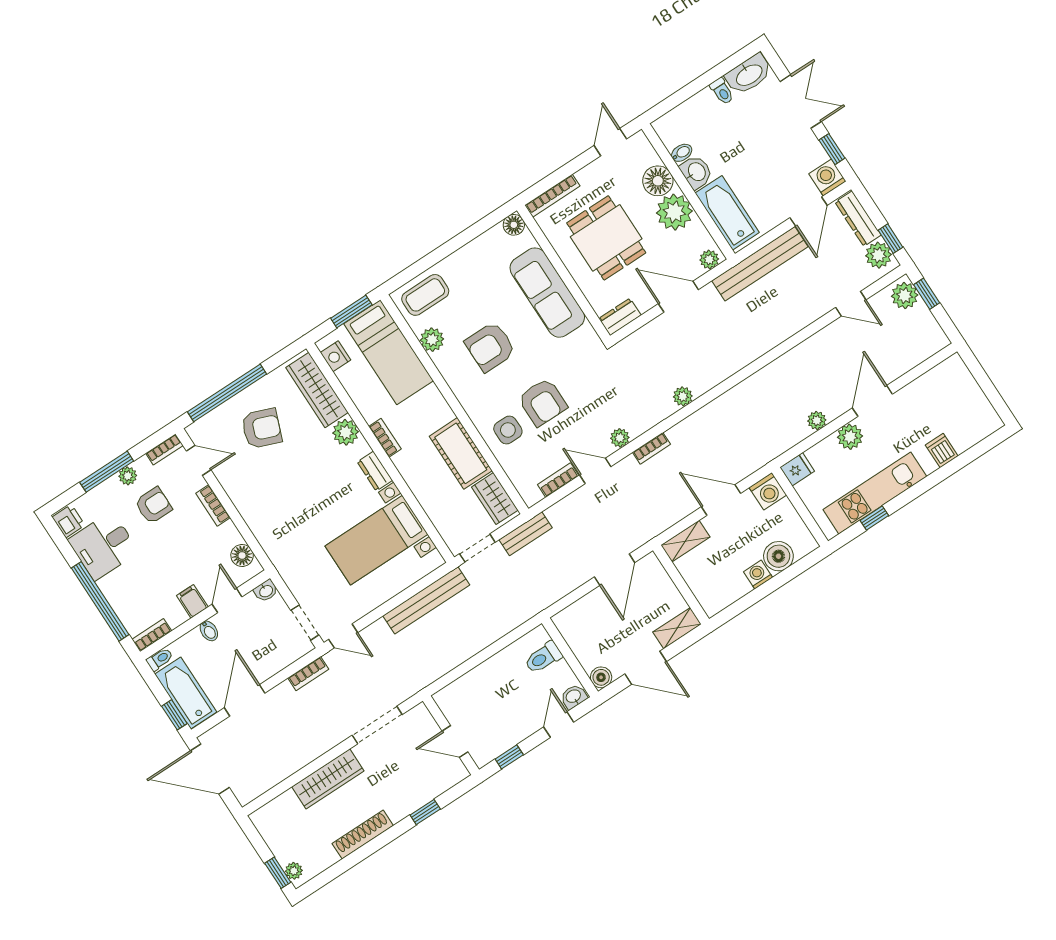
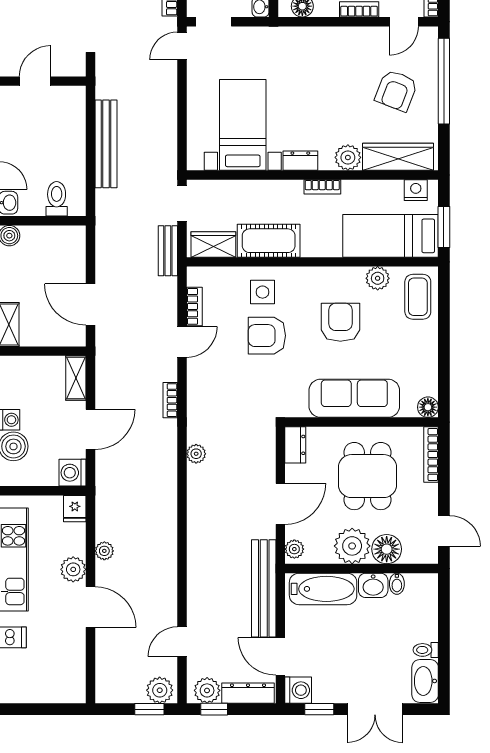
dining table: (606, 238) -> (368, 476), turned 90
plant: (620, 438) -> (196, 380), removed
bench: (426, 600) -> (106, 144), moved

